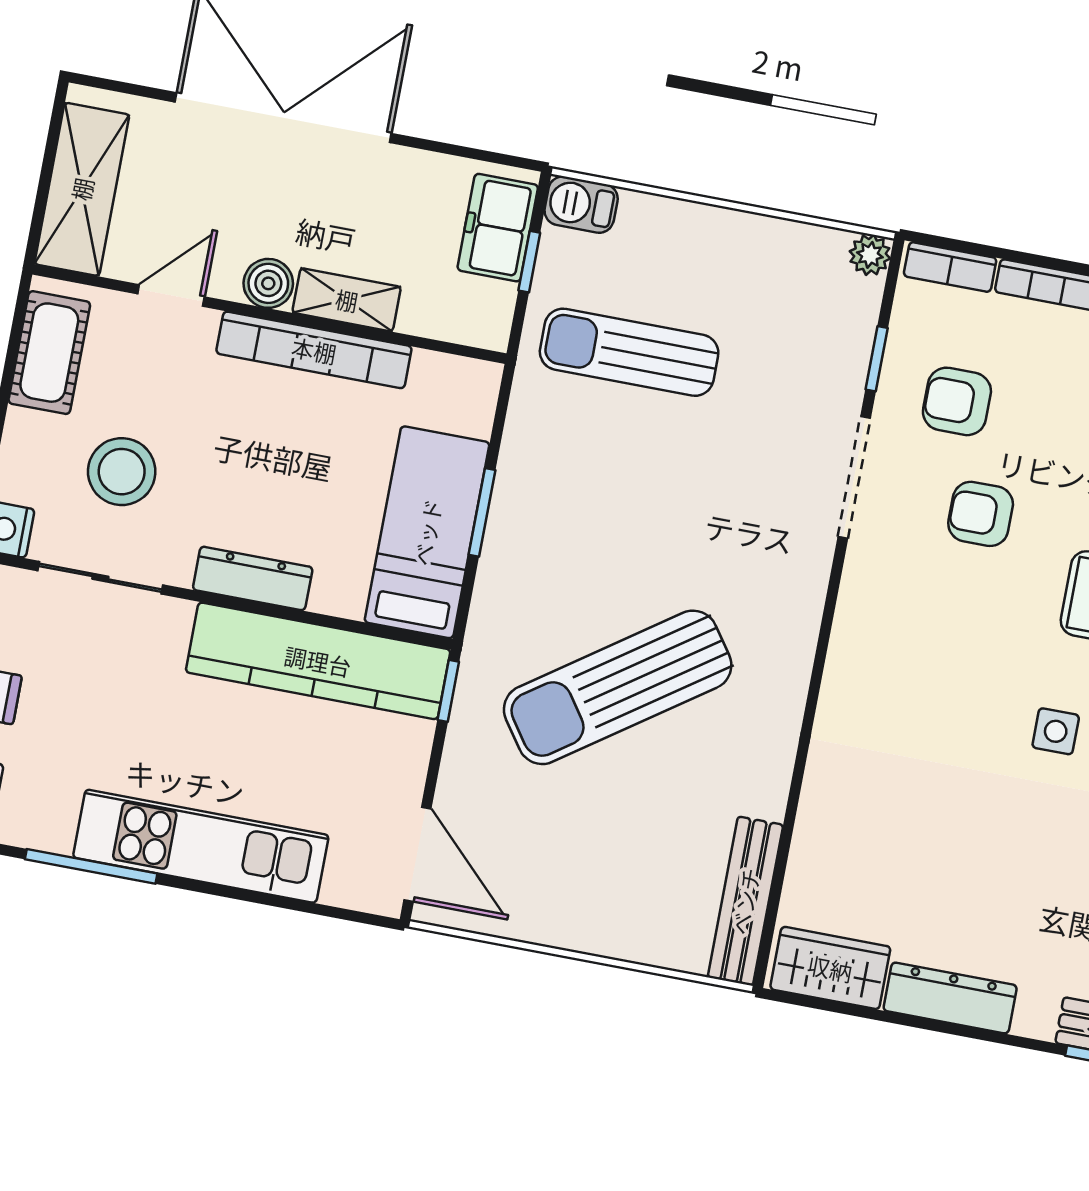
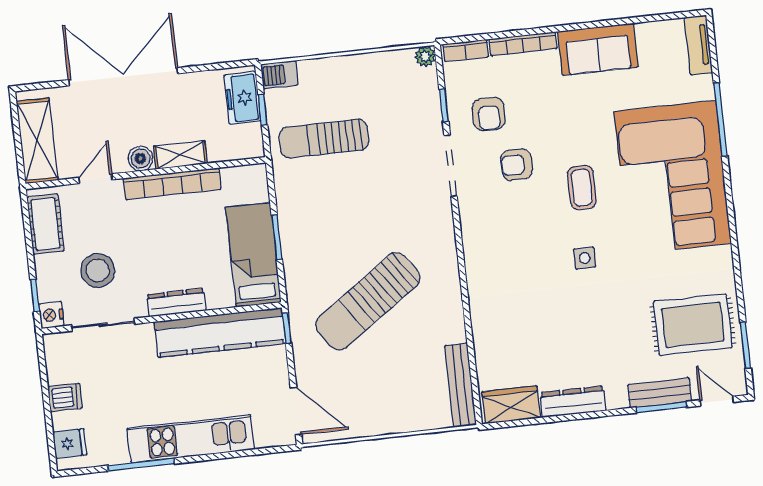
armchair: (957, 401) -> (489, 114), turned -90

